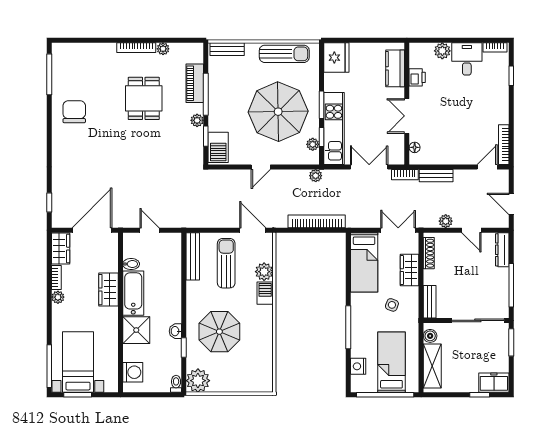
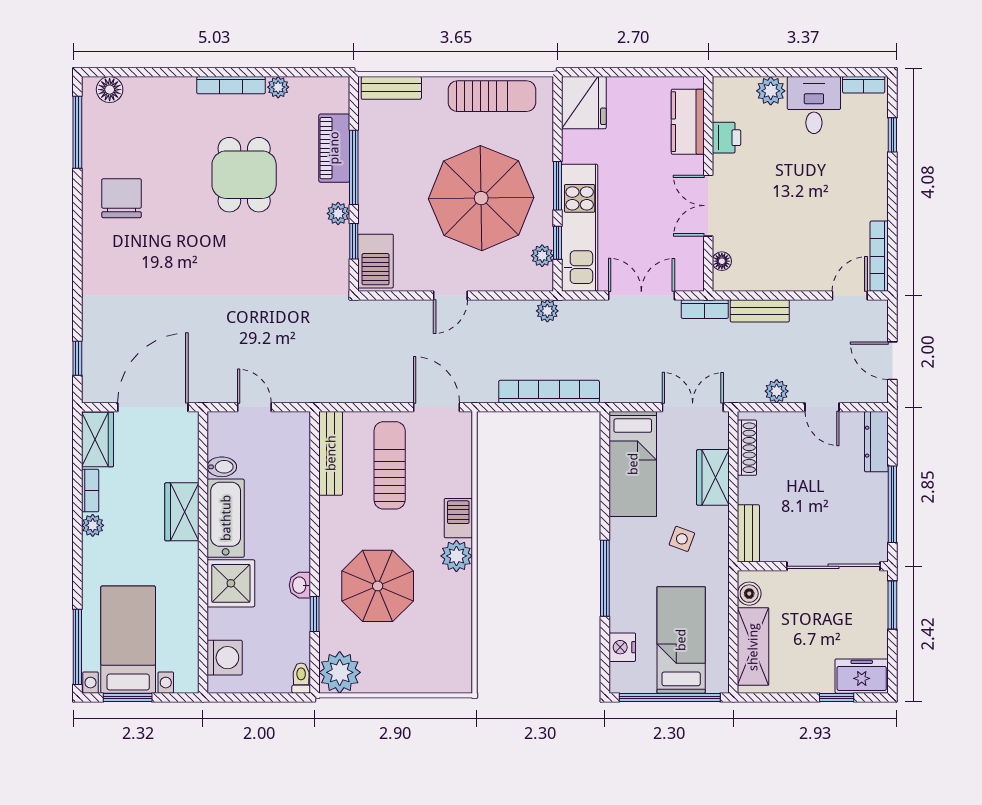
floor lamp: (67, 50) -> (110, 90), added
plant: (264, 272) -> (456, 556), moved

